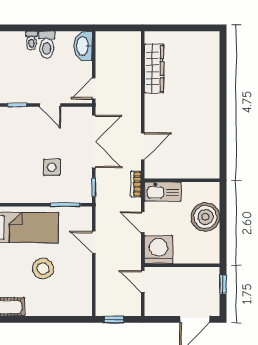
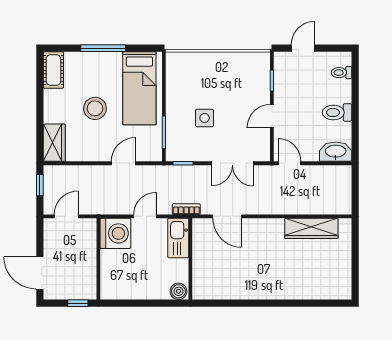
toilet: (31, 41) -> (341, 73), moved
double door: (94, 141) -> (232, 163), width x0.73
boiler: (205, 217) -> (179, 291), moved, width x0.54, depth x0.54
door: (143, 282) -> (66, 216), moved
wardrobe: (75, 306) -> (54, 143), added

